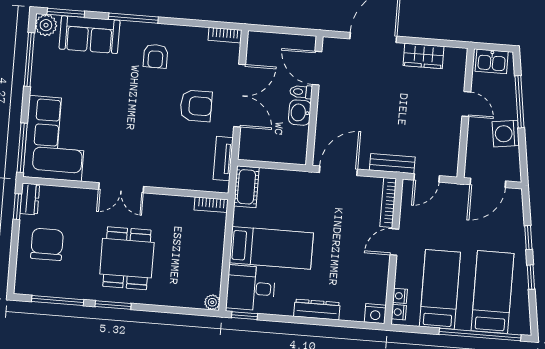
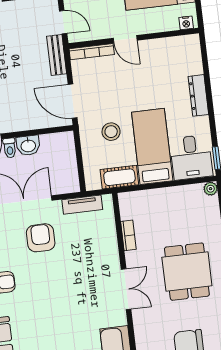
cot: (246, 187) -> (119, 177), moved
bookcase: (211, 205) -> (128, 235), moved
stool: (297, 206) -> (111, 132), added
dining table: (127, 258) -> (187, 272), turned 90
nightstand: (400, 296) -> (172, 25), removed
nightstand: (375, 314) -> (192, 43), removed

